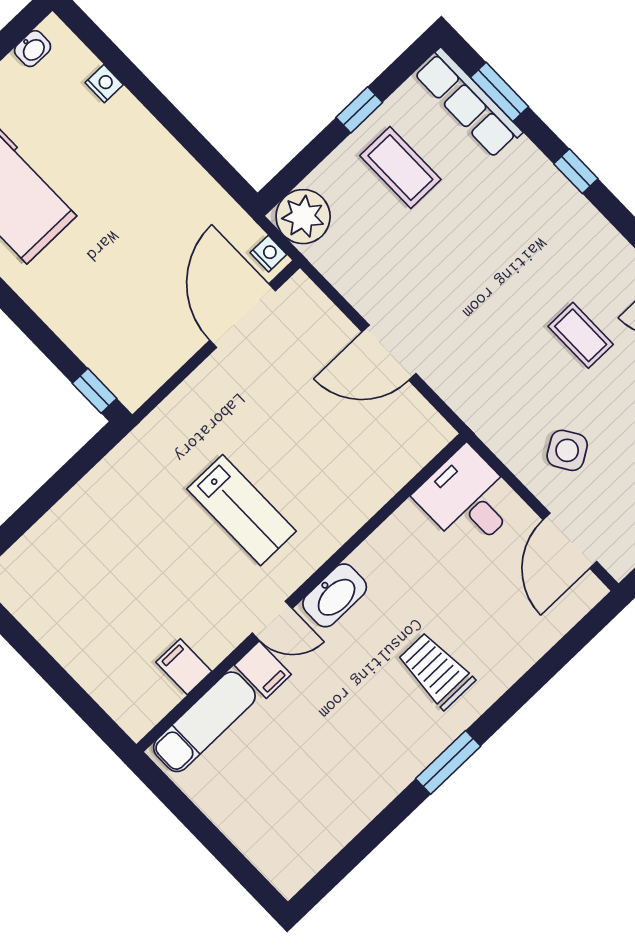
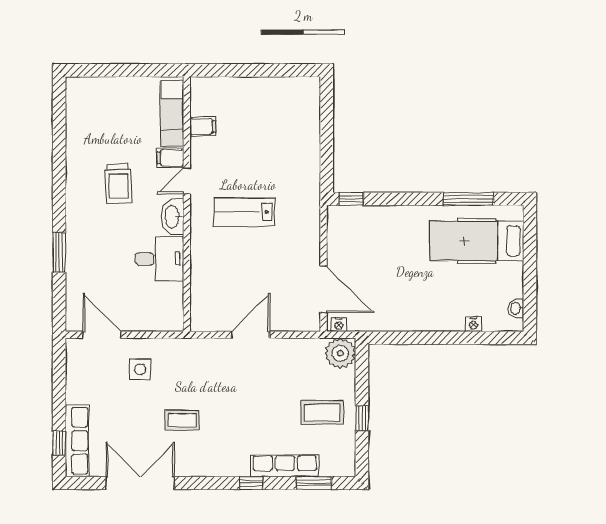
row of seats: (468, 103) -> (285, 466), moved
side table: (567, 450) -> (140, 369), turned 32
desk: (468, 499) -> (159, 259), moved
trolley: (436, 671) -> (118, 184), moved, turned 88
window: (448, 762) -> (59, 253), moved

